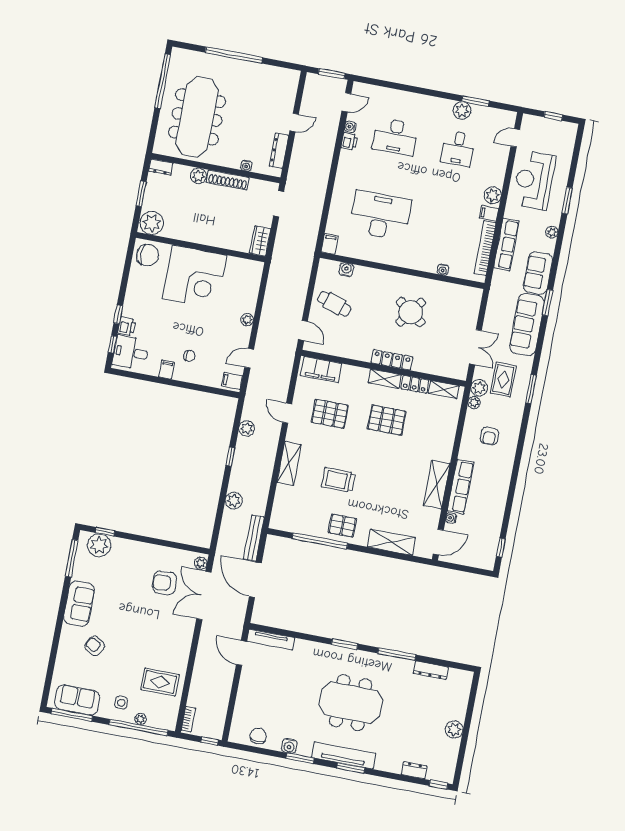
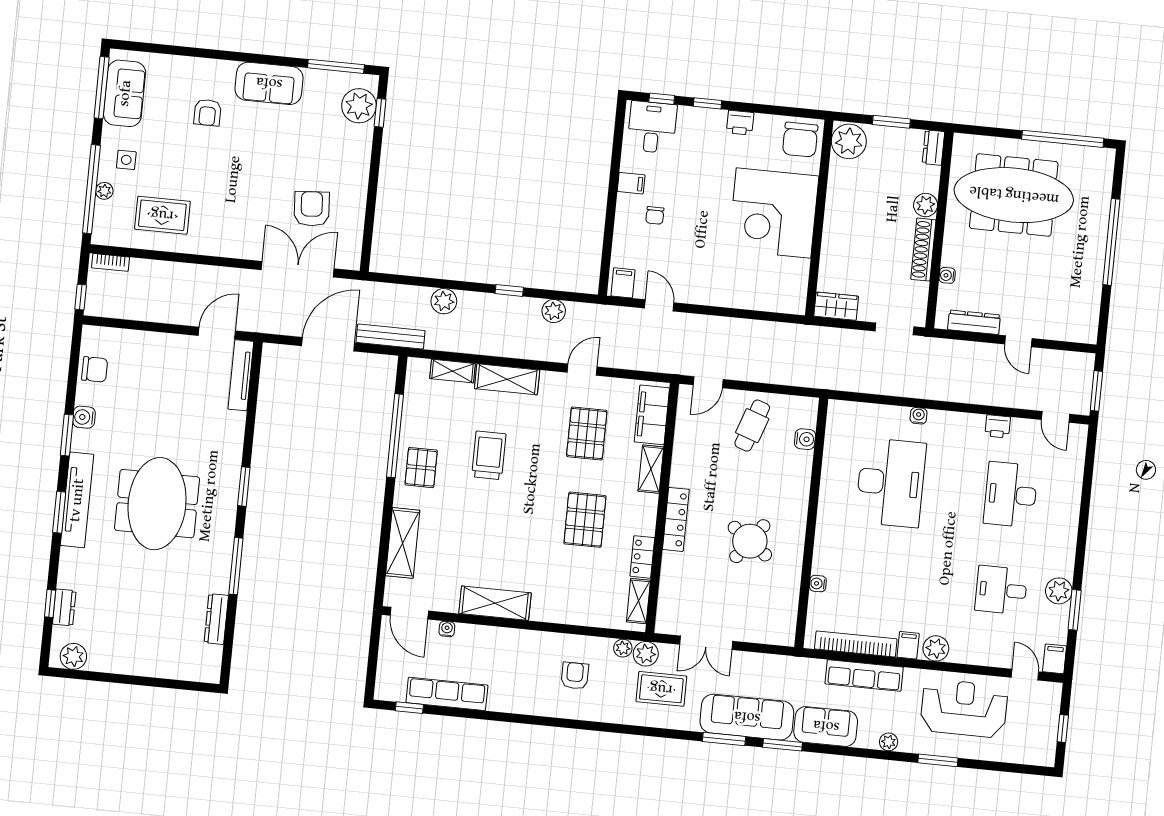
water cooler: (350, 127) -> (919, 416), moved
filing cabinet: (330, 244) -> (1055, 659), moved, turned -90
plant: (247, 320) -> (717, 297), removed
printer: (127, 326) -> (740, 123), moved
shelving: (385, 379) -> (651, 469), moved
window: (531, 389) -> (724, 739), moved
armchair: (489, 436) -> (575, 676), turned 90
row of seats: (461, 487) -> (447, 694), moved, turned 180
shelving: (280, 499) -> (452, 371), added
plant: (201, 563) -> (346, 260), removed
armchair: (95, 646) -> (207, 113), turned 150
rug: (160, 682) -> (162, 215), turned 90
plant: (454, 730) -> (73, 656), moved
window: (438, 785) -> (50, 604), moved

